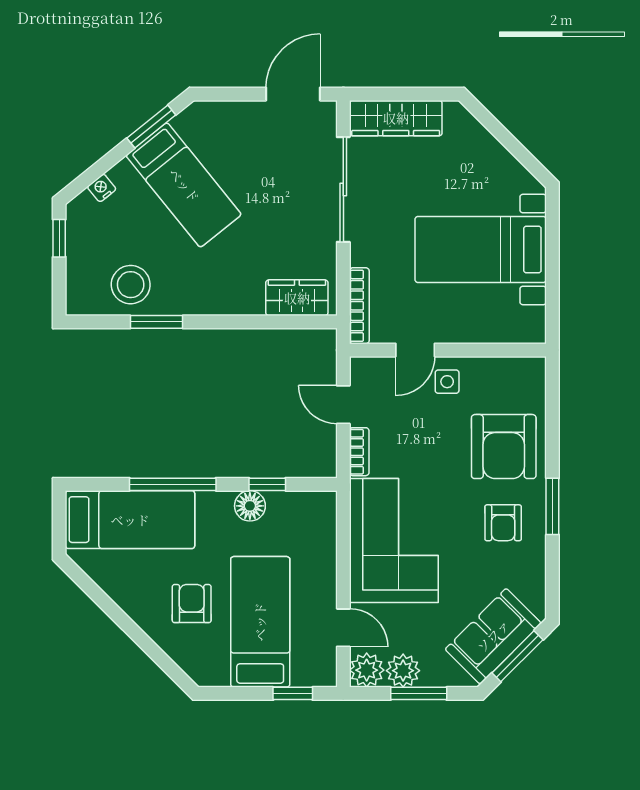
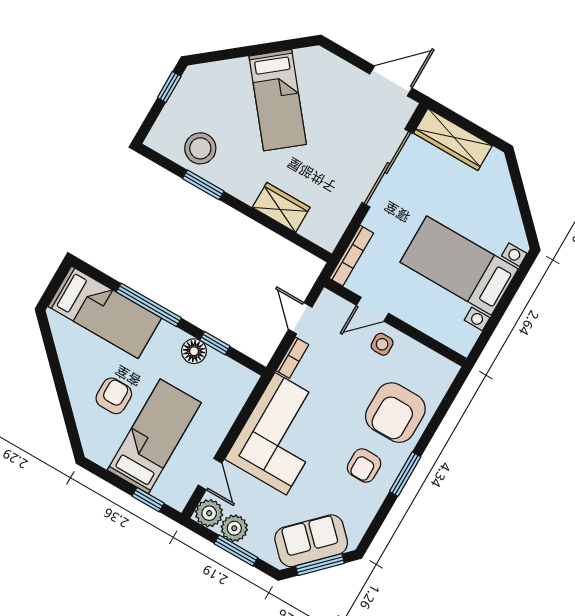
window: (151, 127) -> (279, 46), removed
nightstand: (102, 188) -> (219, 69), removed
wardrobe: (297, 298) -> (281, 207), moved

